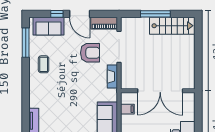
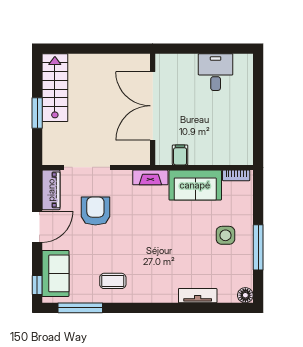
window: (57, 14) -> (37, 285), moved
window: (155, 14) -> (37, 113), width x0.69
fireplace: (112, 77) -> (150, 177), moved
double door: (160, 91) -> (153, 106), swing flipped

